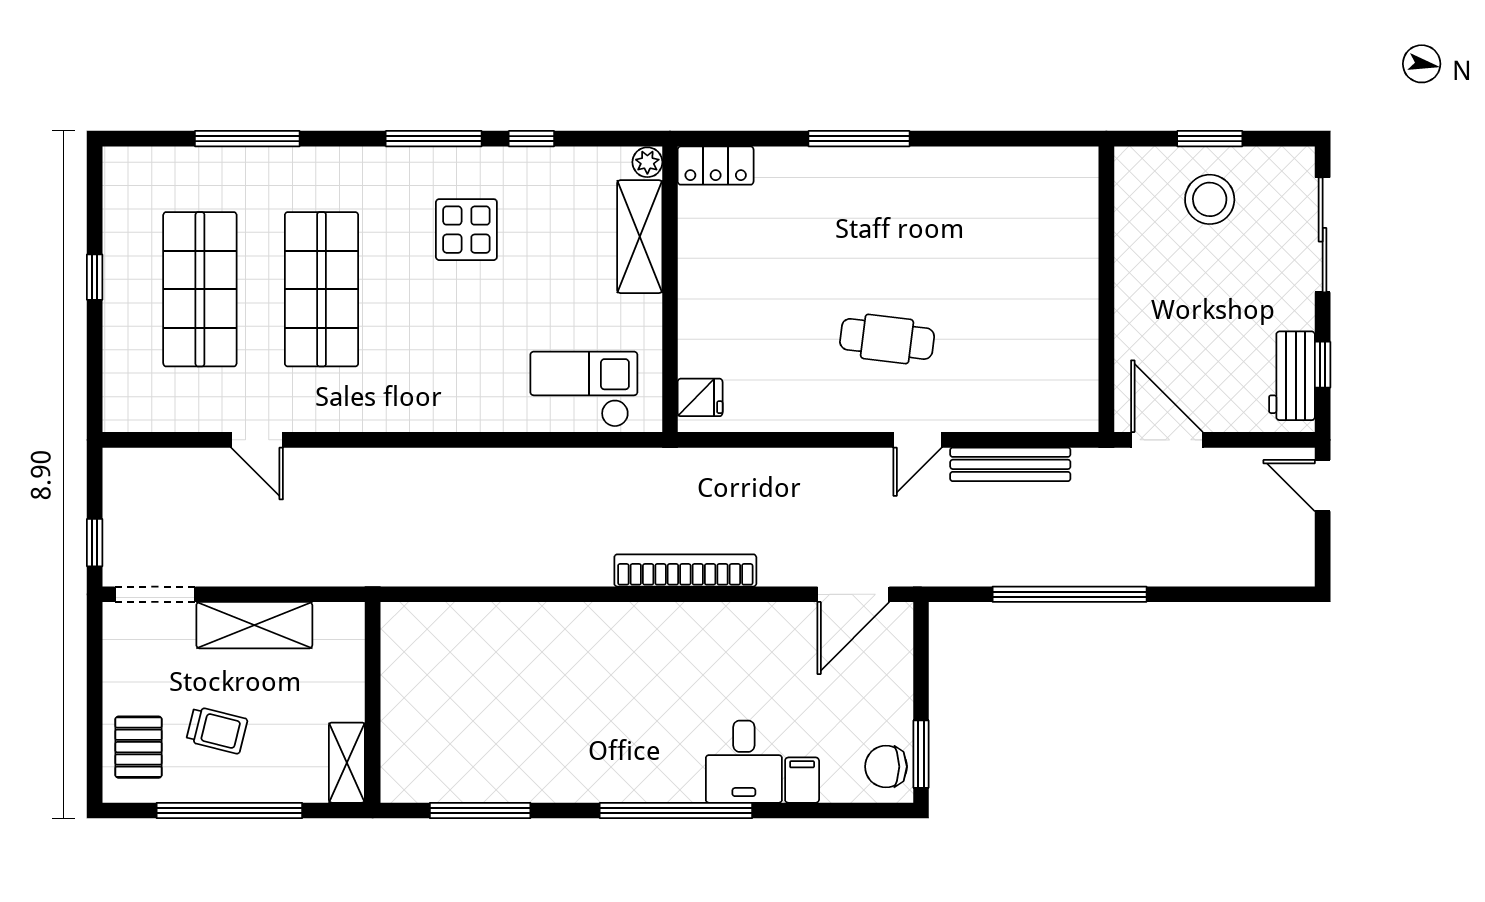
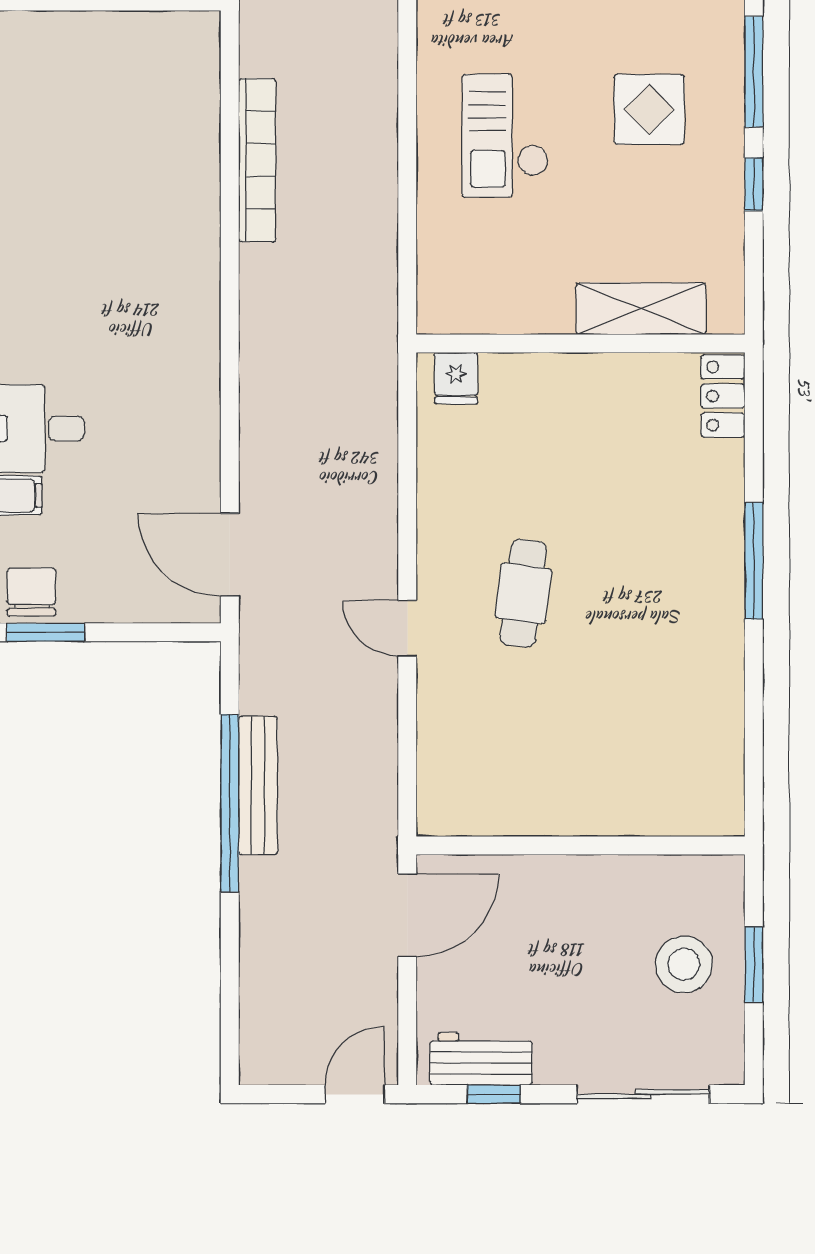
plant: (647, 162) -> (727, 317), removed
checkout: (584, 389) -> (505, 136), moved, turned 180
bench: (1010, 464) -> (258, 786), moved
bookcase: (685, 570) -> (257, 160), moved

